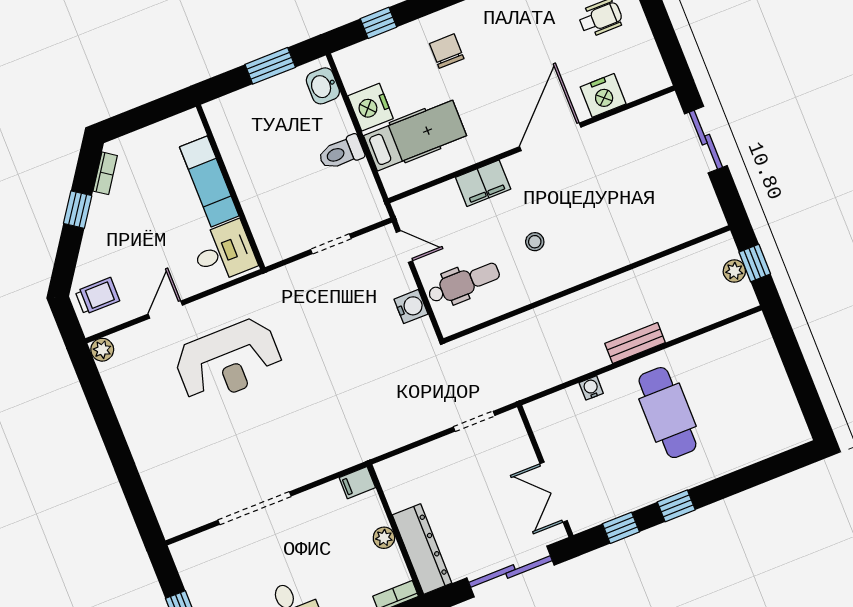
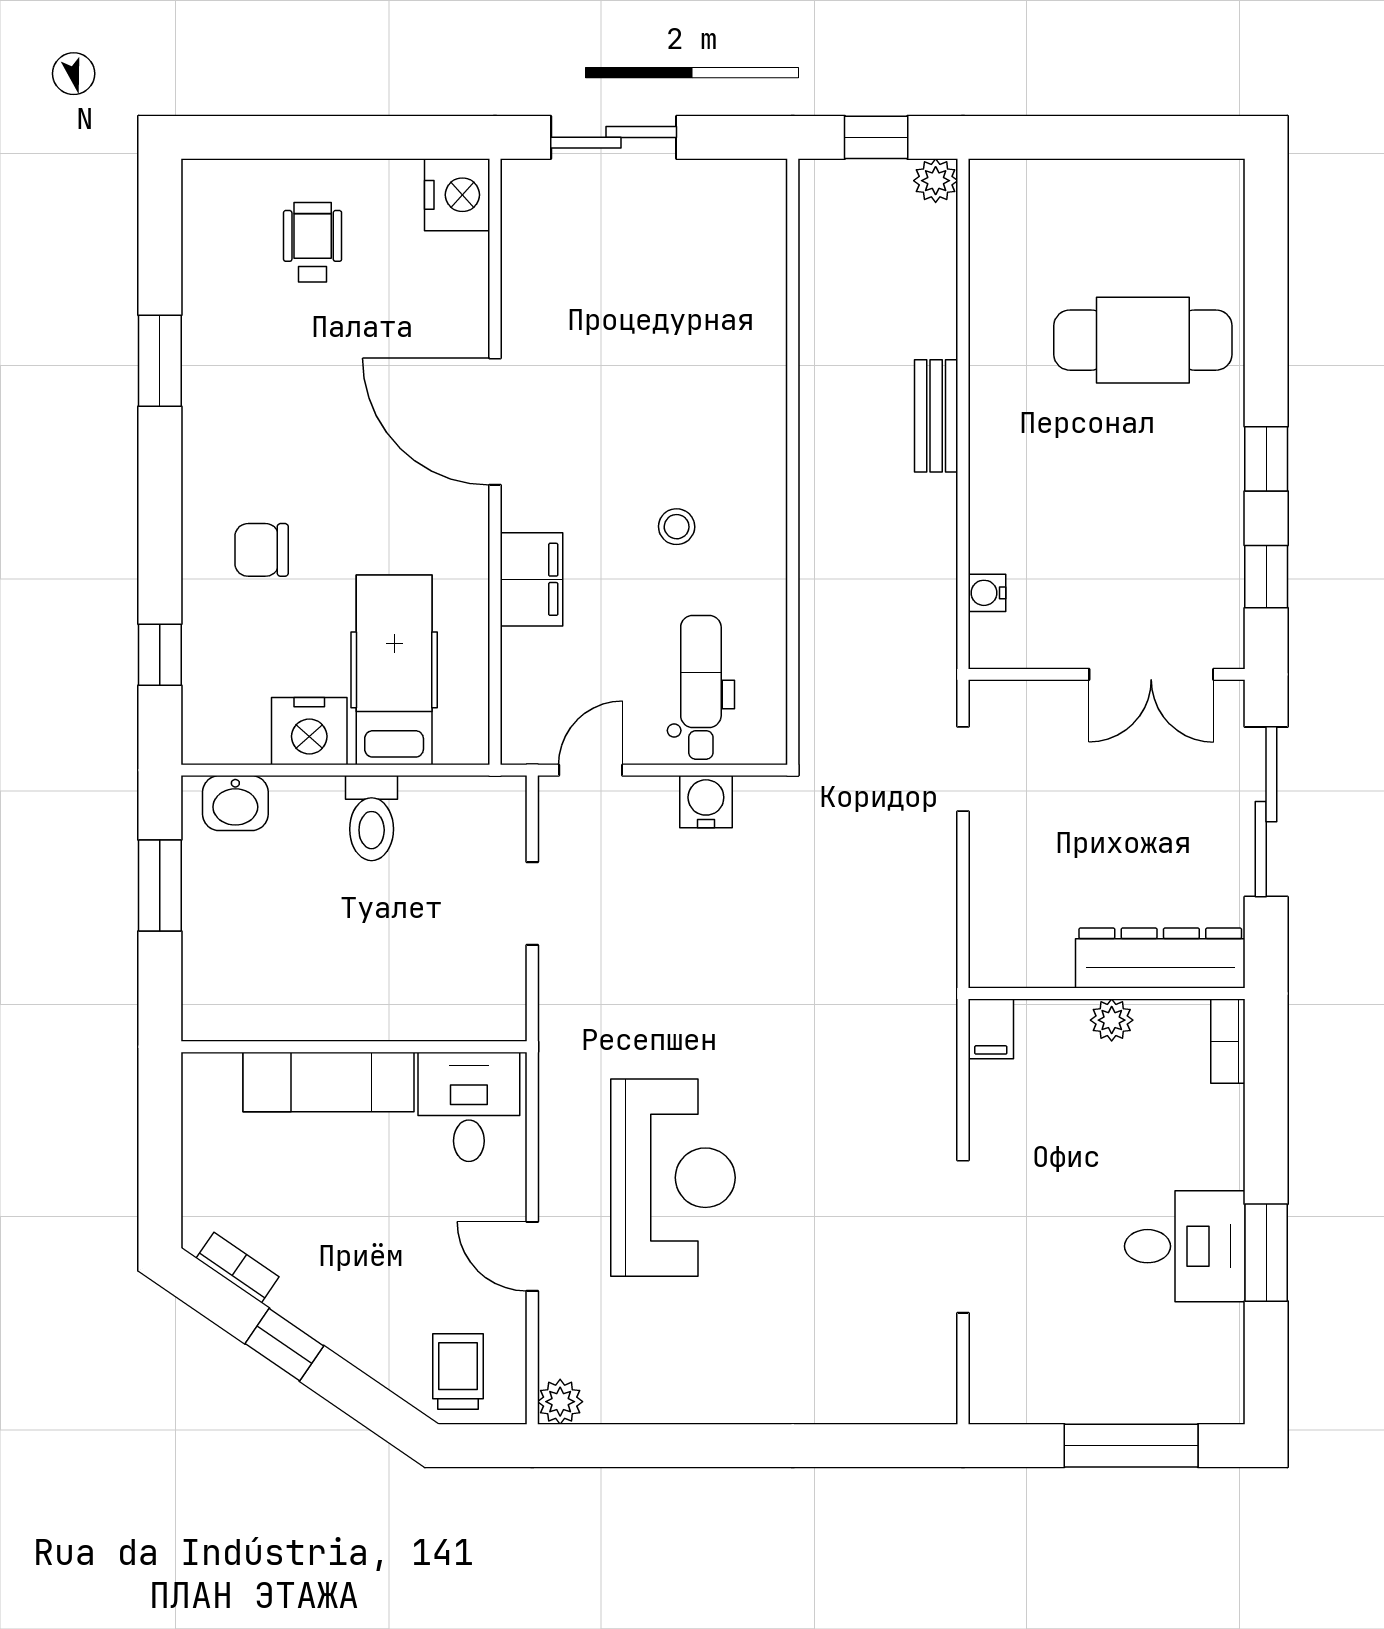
nightstand: (603, 95) -> (457, 195), moved
plant: (734, 271) -> (936, 181), moved
water cooler: (591, 388) -> (987, 593), moved
cafe table: (667, 413) -> (1143, 340), moved

